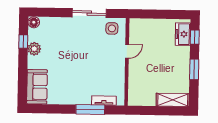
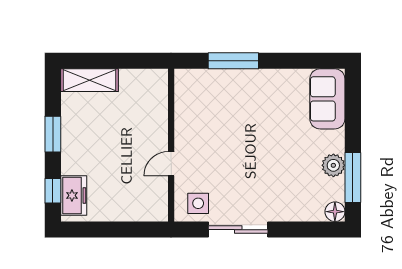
window: (23, 42) -> (353, 178), width x2.17
tv unit: (104, 101) -> (210, 77), removed

